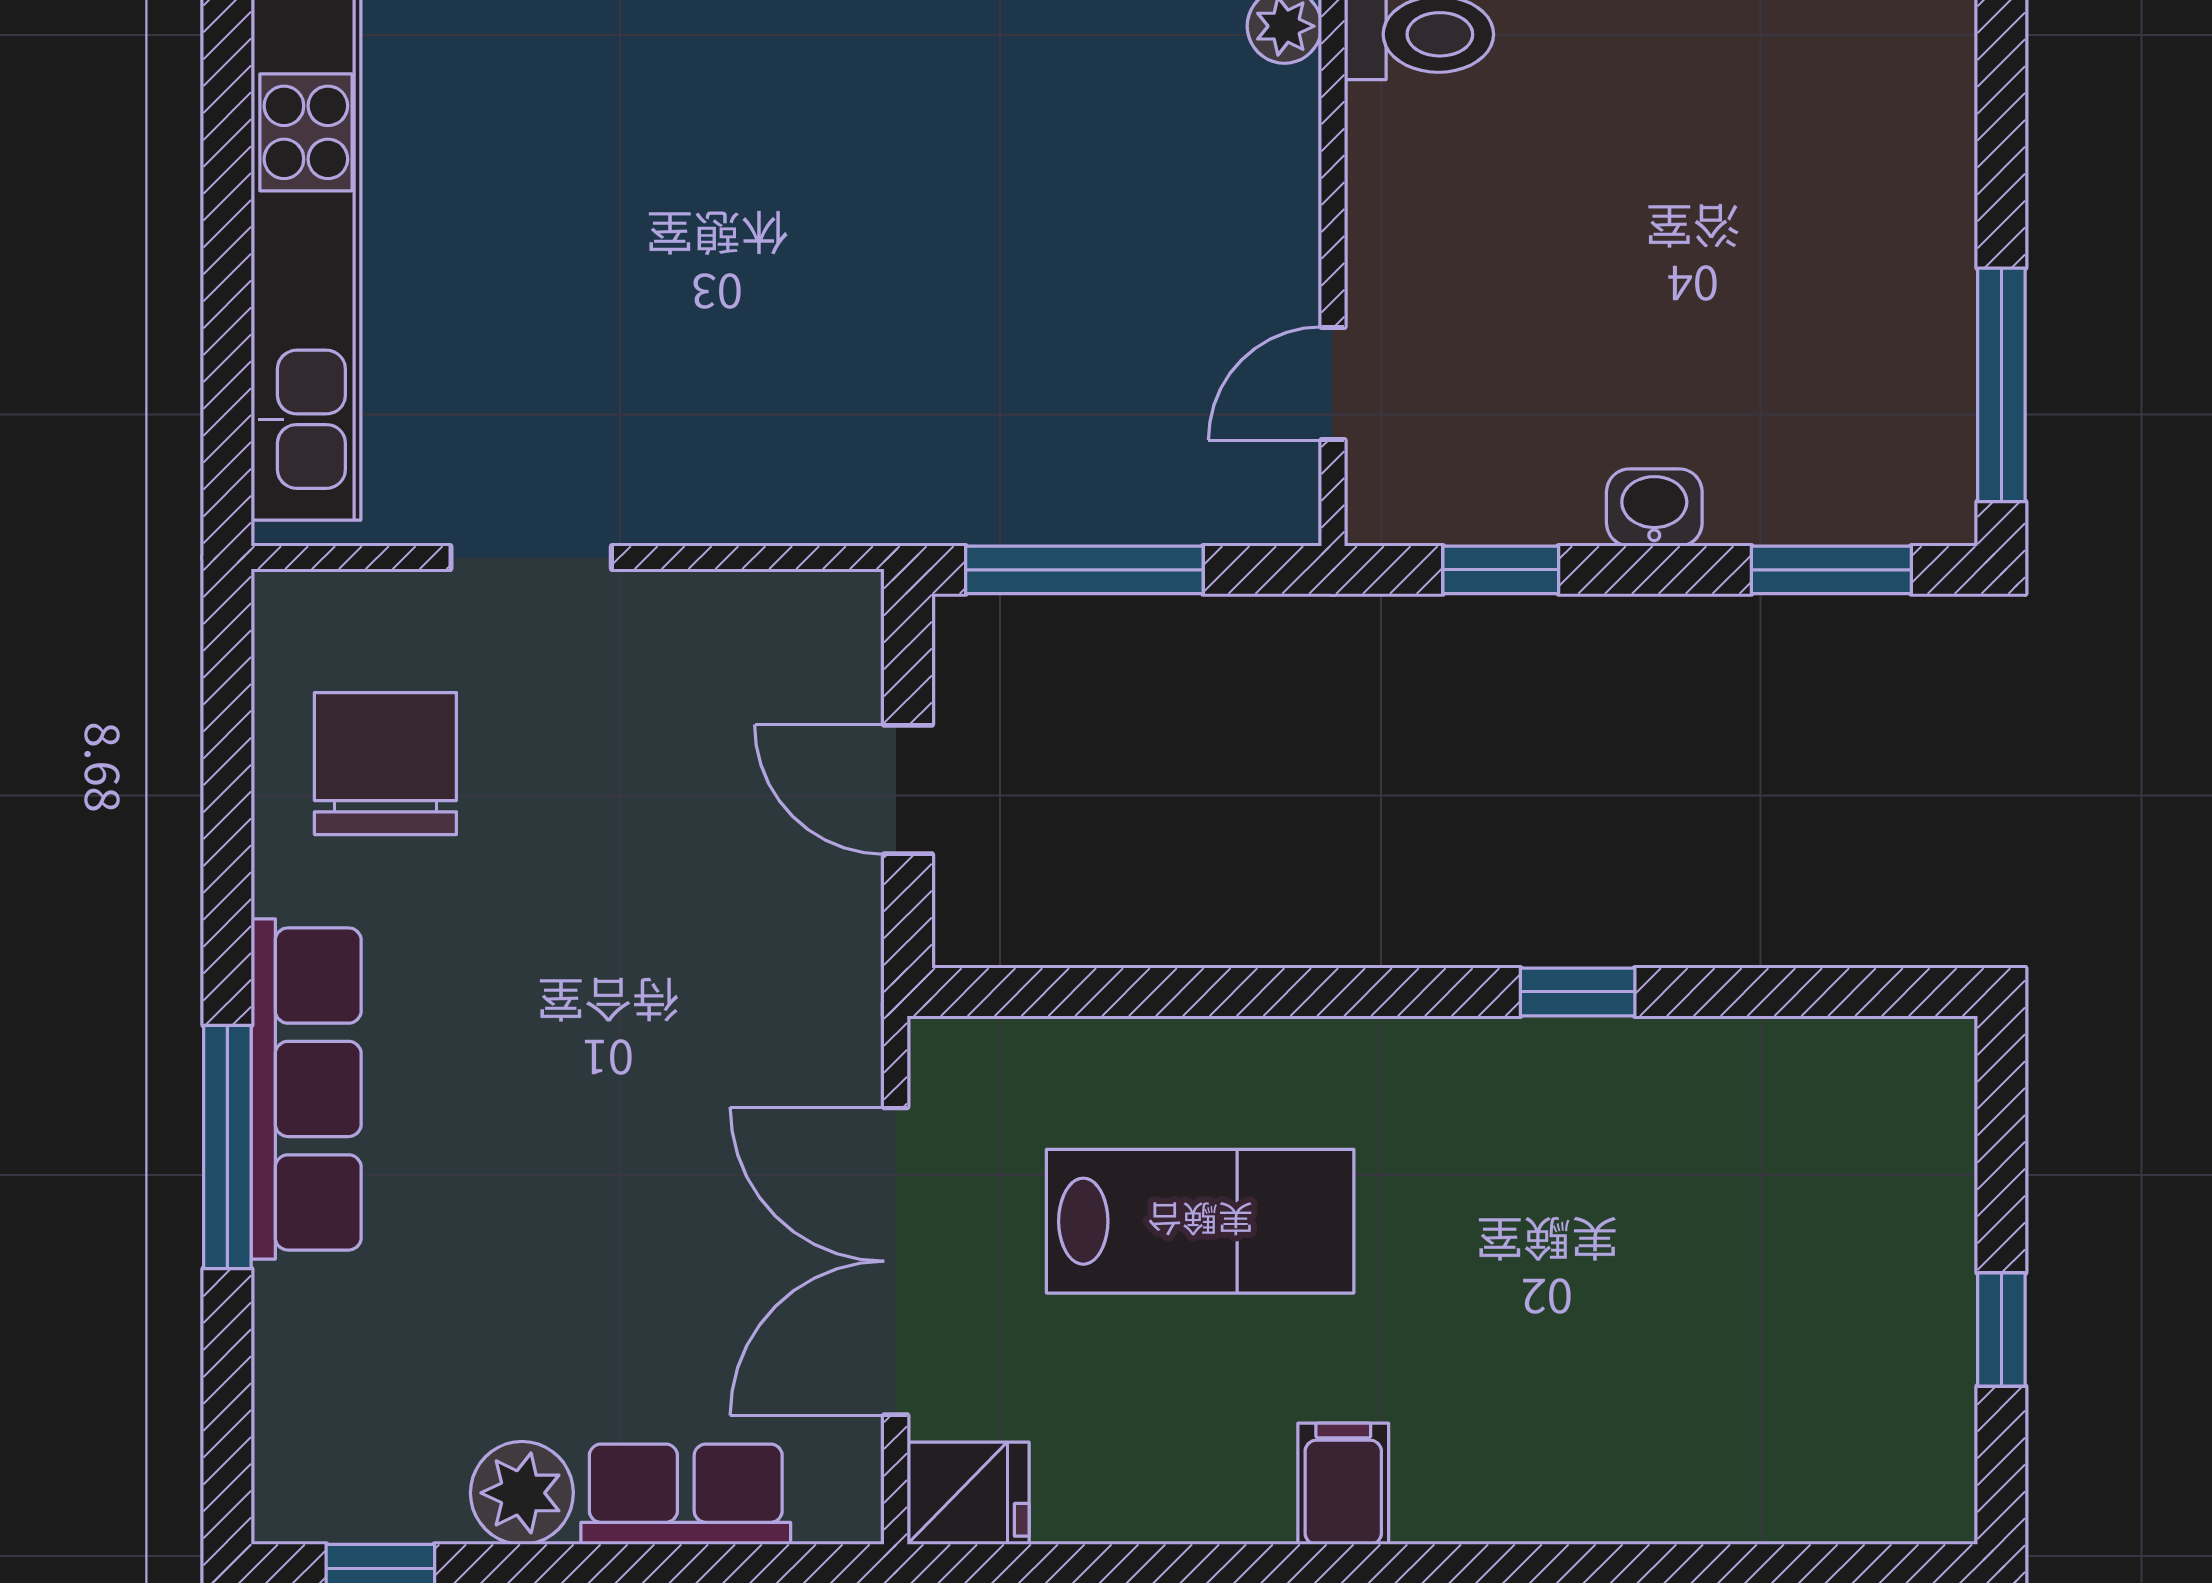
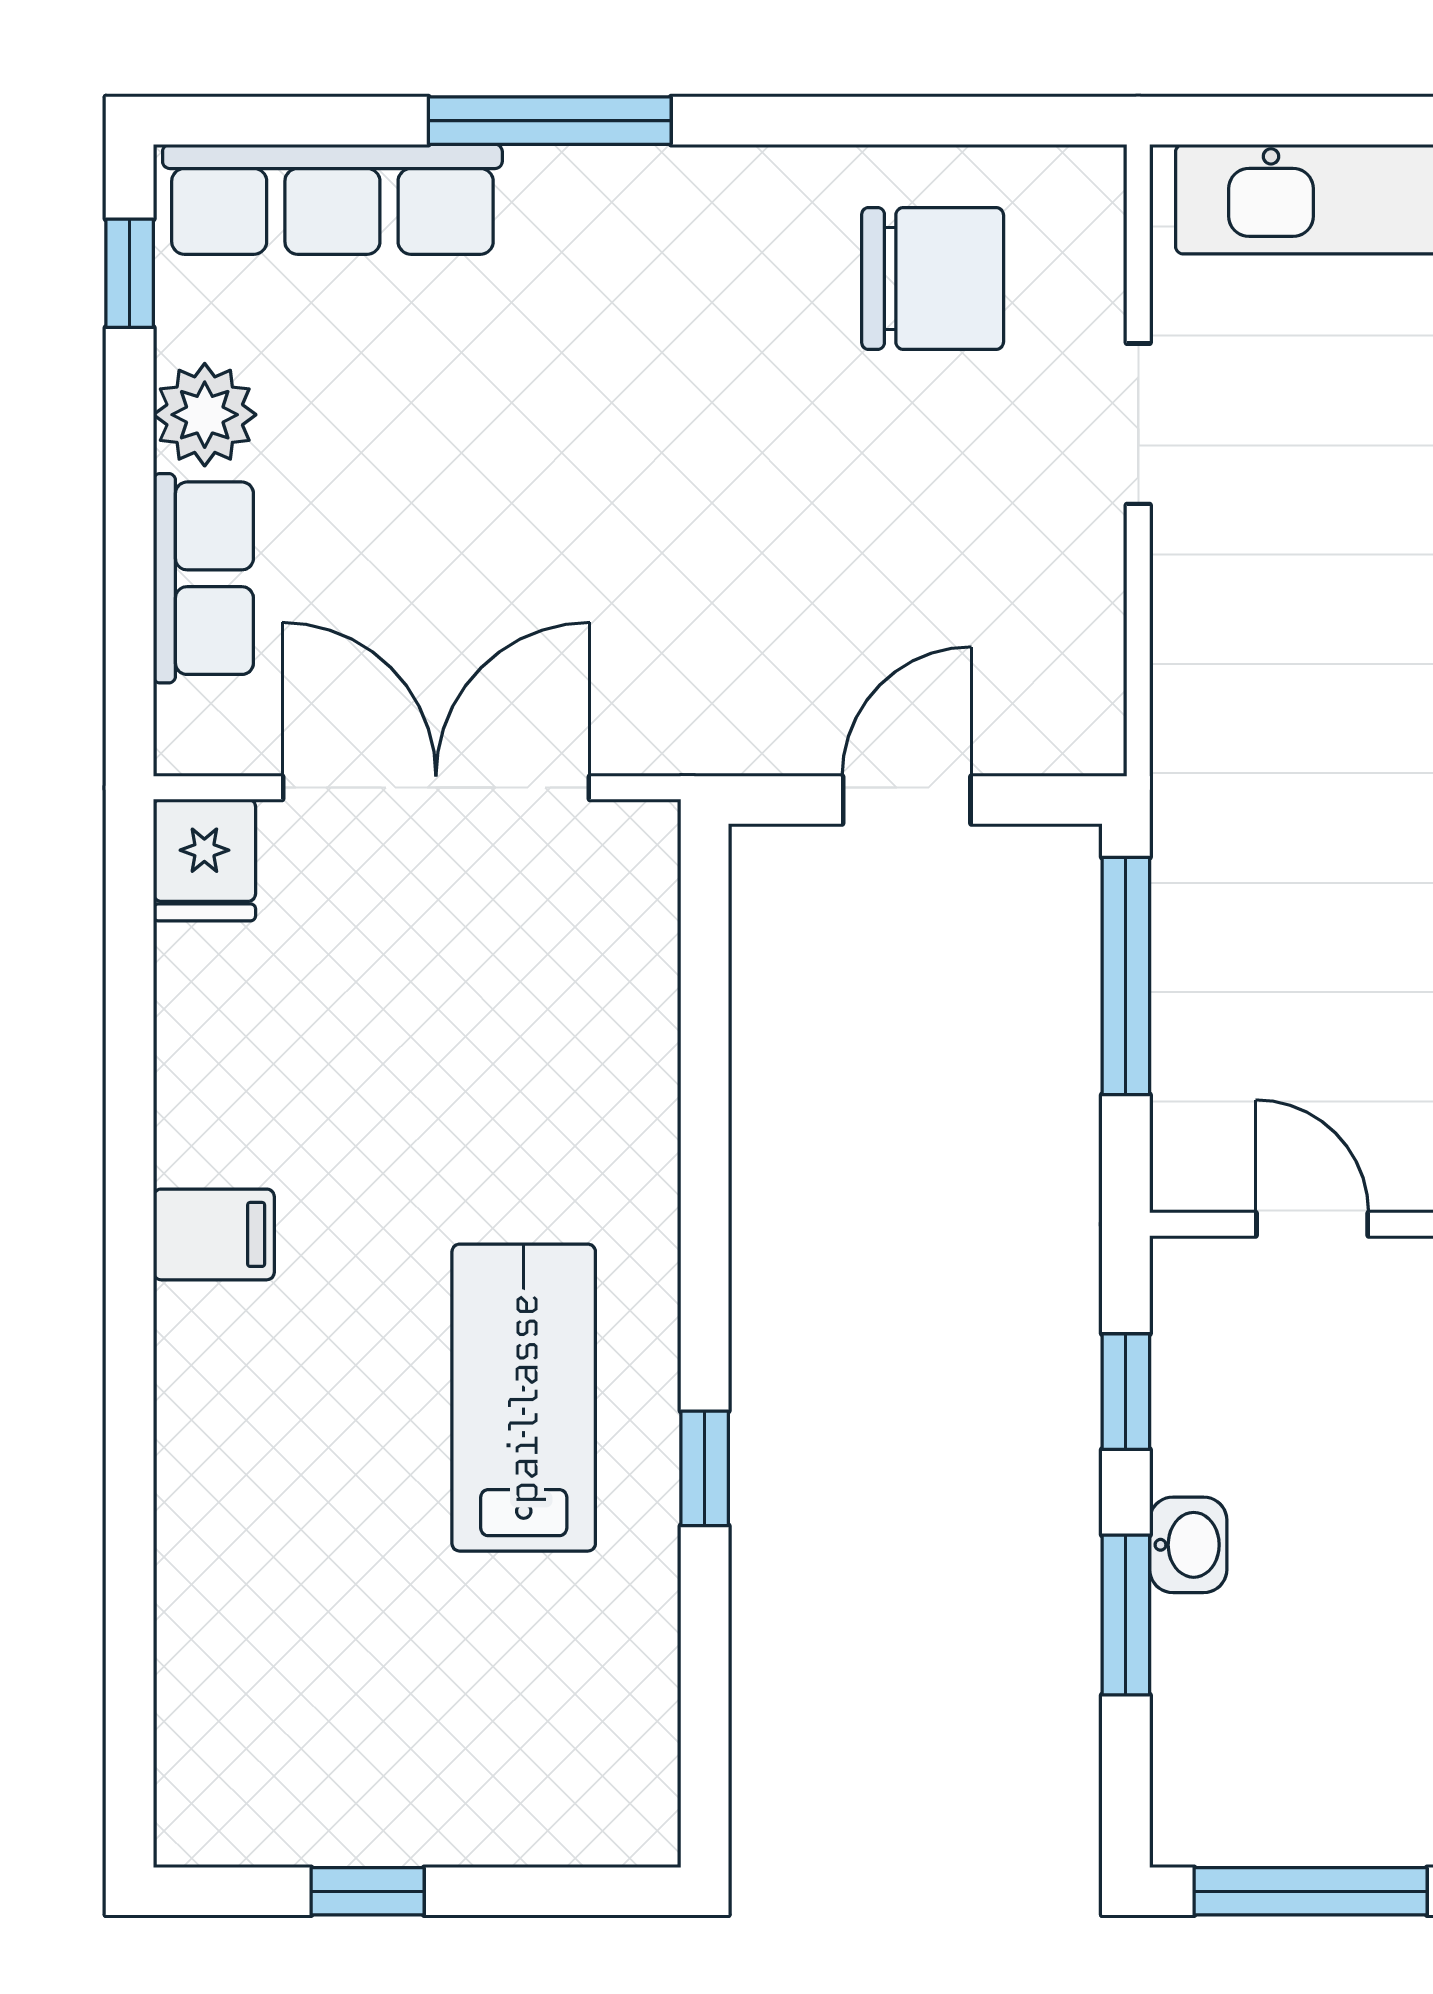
window: (1831, 570) -> (1126, 1615), moved
row of seats: (306, 1089) -> (332, 199), moved
lab bench: (1200, 1221) -> (524, 1398), moved, turned 180

